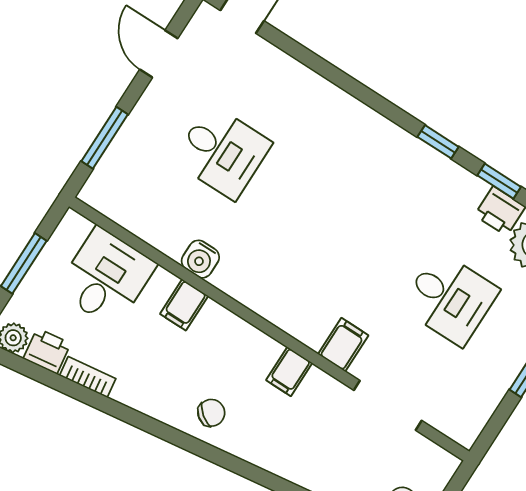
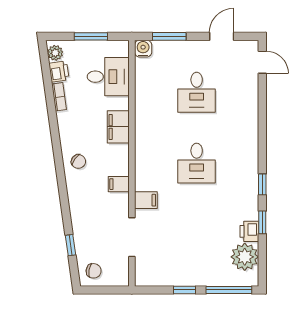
water cooler: (200, 259) -> (143, 49), moved, turned 90
desk: (450, 298) -> (197, 163), moved
filing cabinet: (184, 305) -> (118, 127), width x2.00

